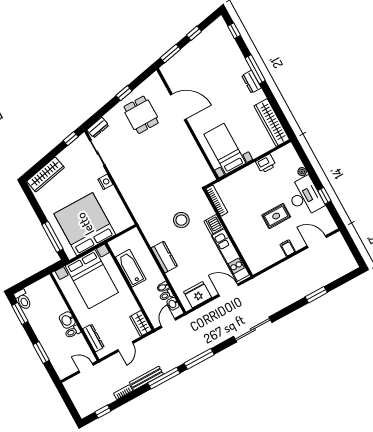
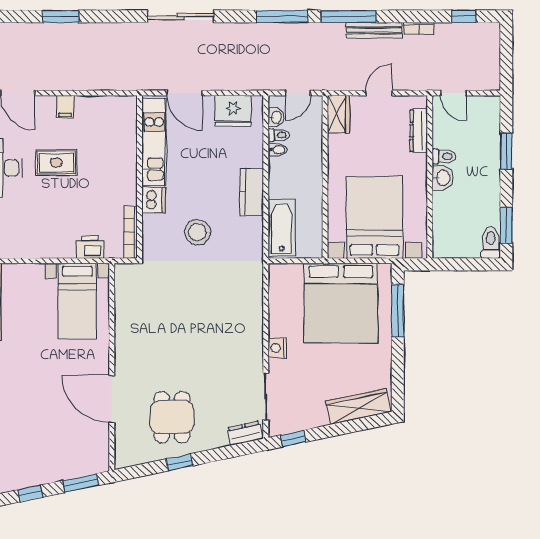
printer: (266, 164) -> (90, 247), moved
bathtub: (131, 268) -> (282, 228), moved, turned 180

